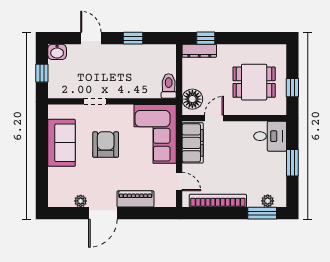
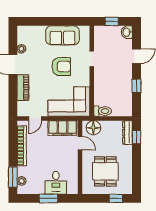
window: (292, 88) -> (116, 198), moved
desk: (270, 136) -> (56, 183), moved

